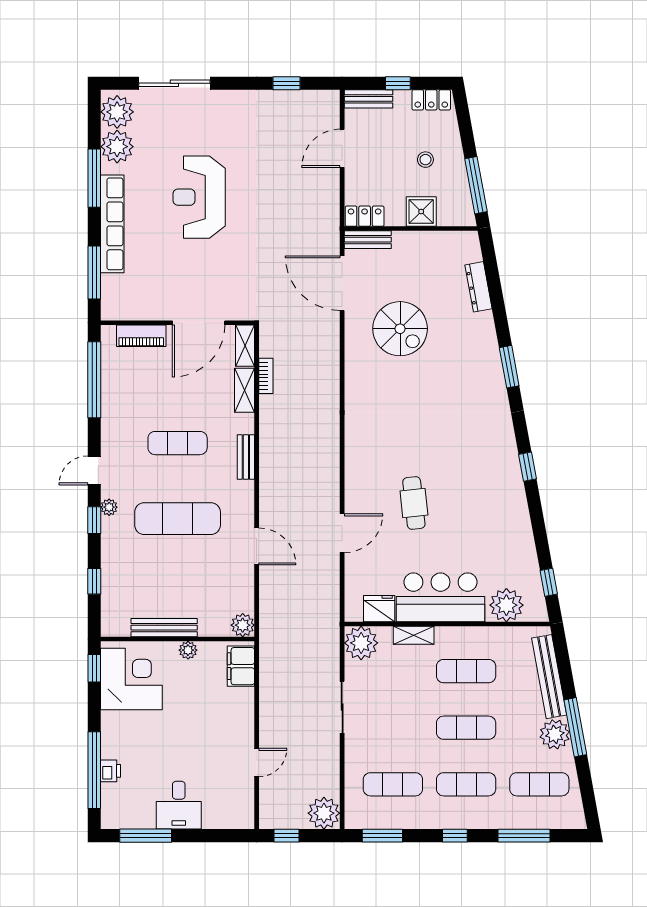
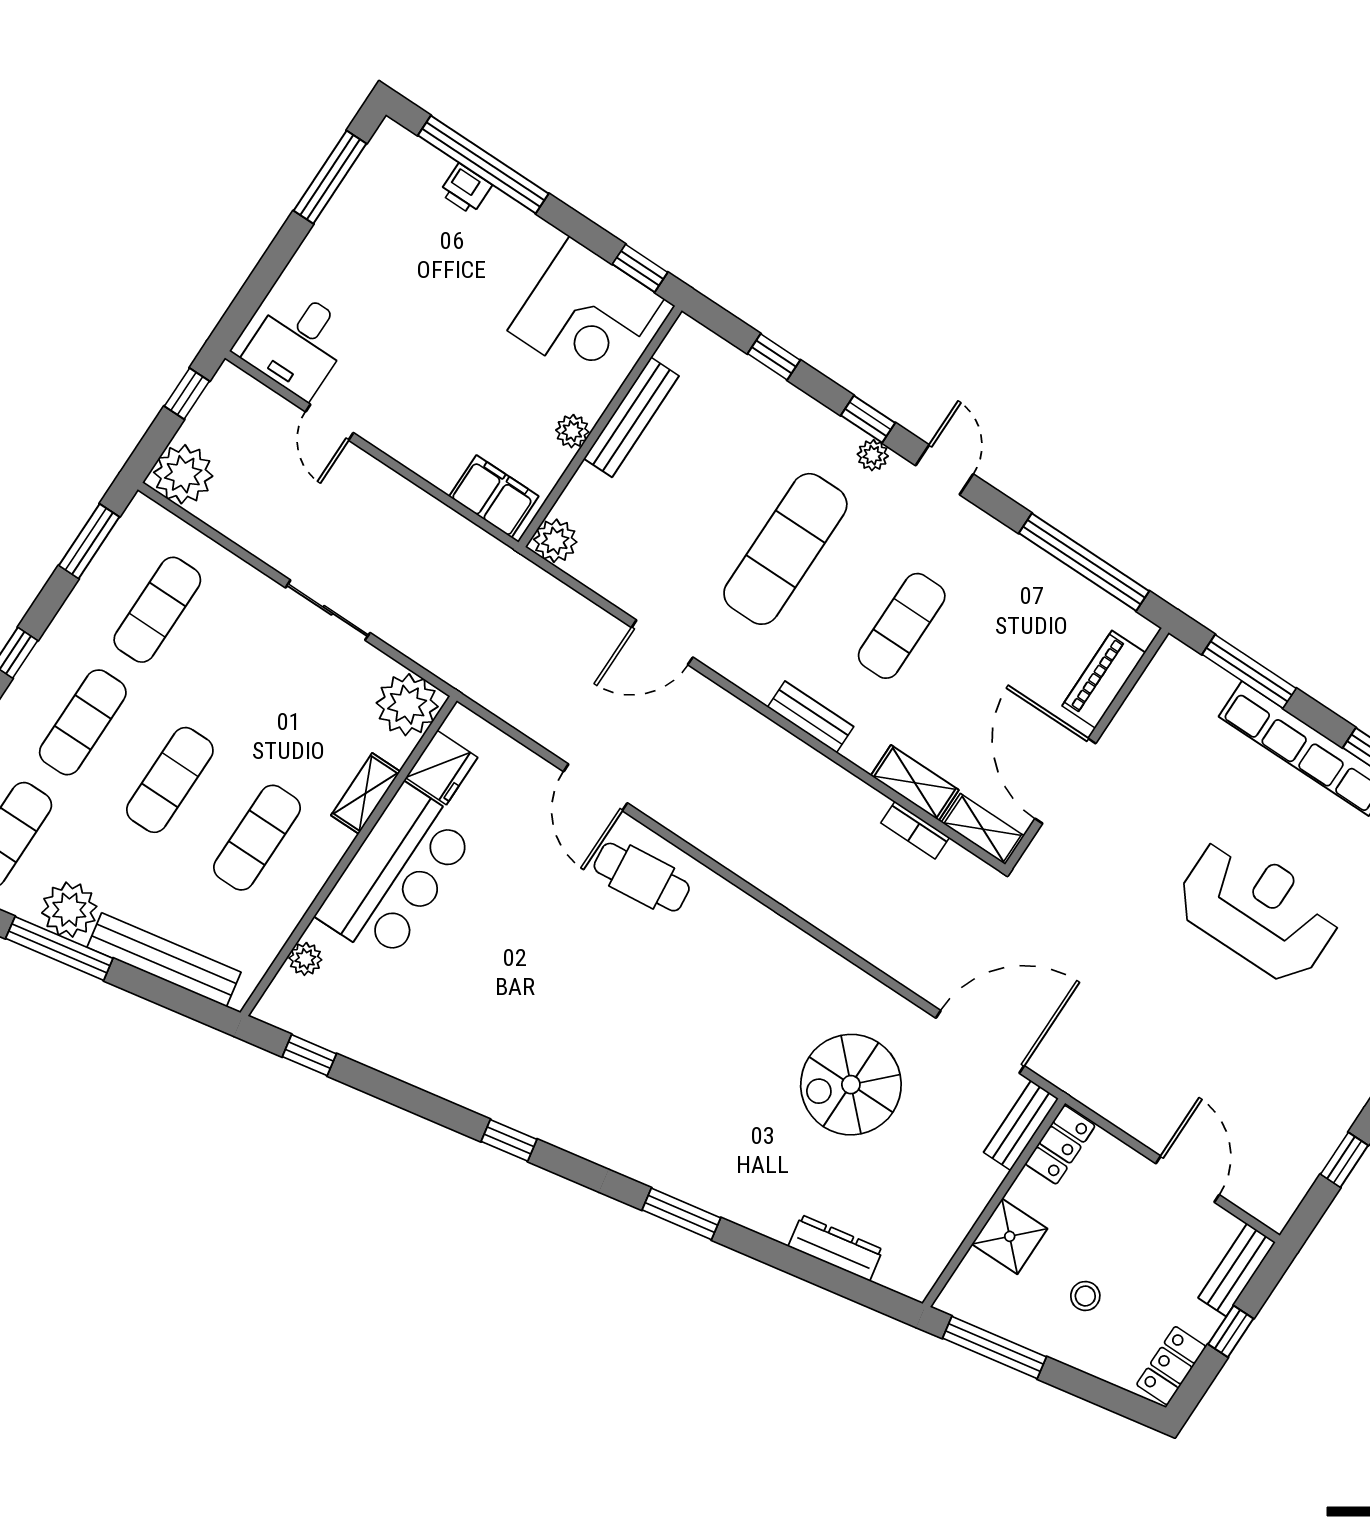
cafe table: (414, 503) -> (642, 877), moved
plant: (506, 605) -> (305, 959), width x0.53, depth x0.53
desk: (179, 805) -> (299, 344), moved, turned -90

